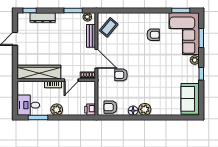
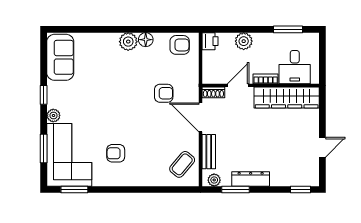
dresser: (43, 18) -> (251, 179), moved
desk: (28, 105) -> (295, 67), moved, turned 90
plant: (57, 110) -> (244, 41), moved

